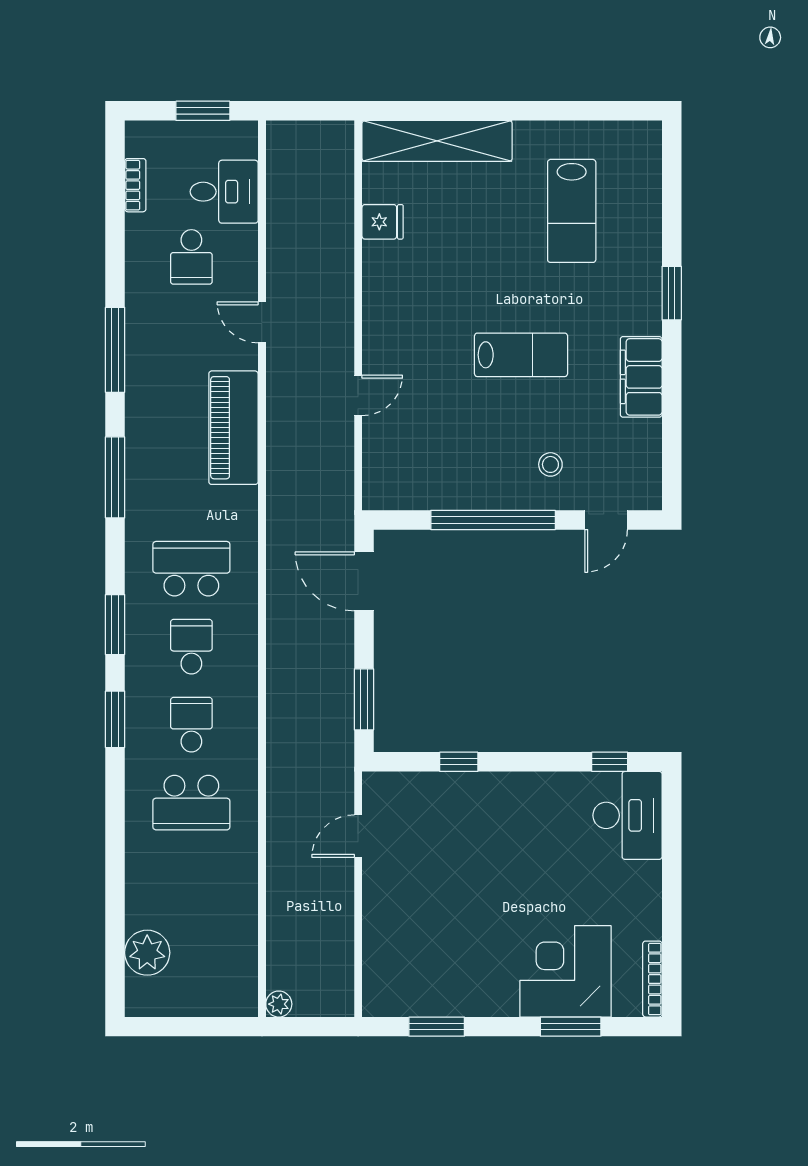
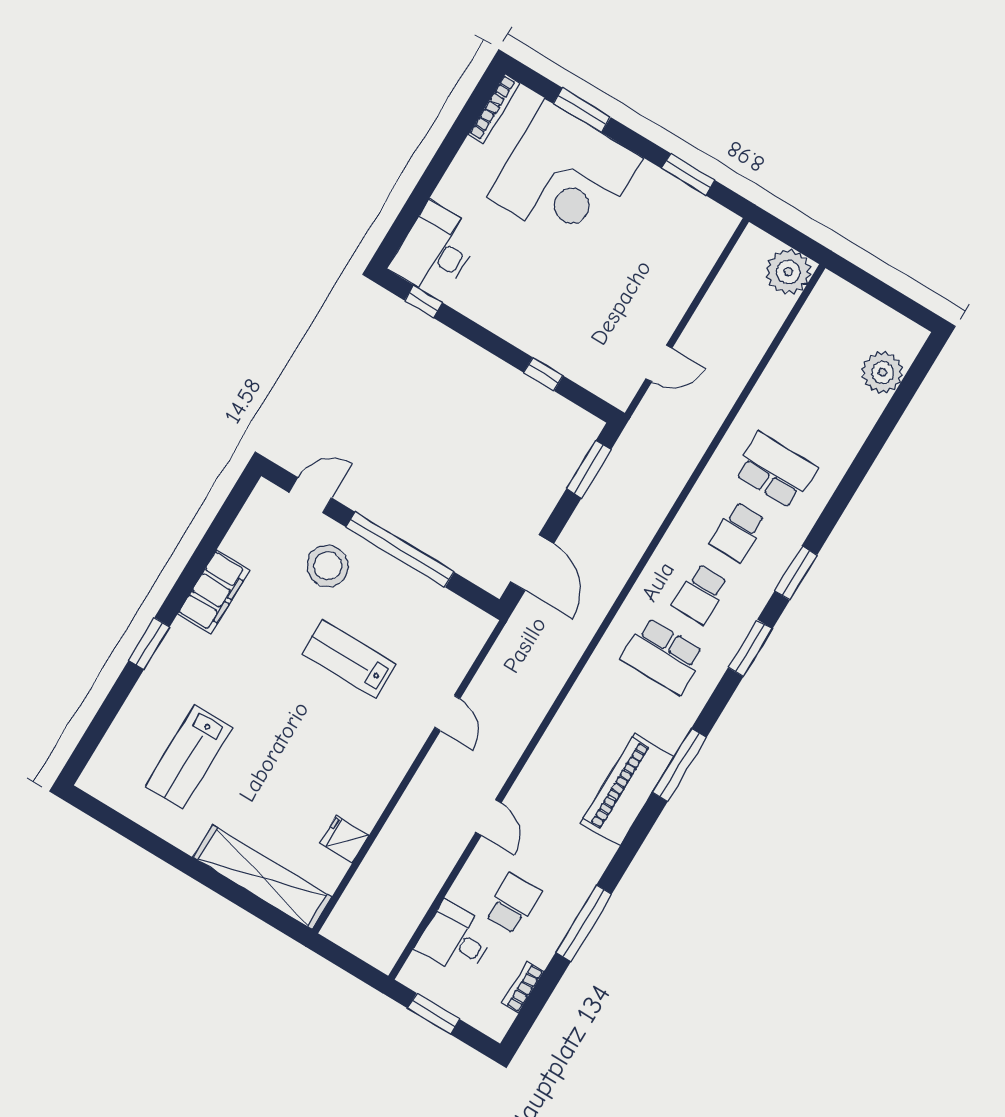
lab bench: (572, 211) -> (189, 757), turned 180
window: (115, 350) -> (584, 923), moved
lab bench: (521, 355) -> (349, 659), moved
door: (358, 395) -> (447, 713), swing flipped
piano: (233, 428) -> (627, 790), moved, turned 180
stool: (550, 464) -> (328, 566), width x1.89, depth x1.89
corner desk: (565, 971) -> (565, 177), width x1.36, depth x1.36
plant: (279, 1004) -> (788, 272), width x1.88, depth x1.88

